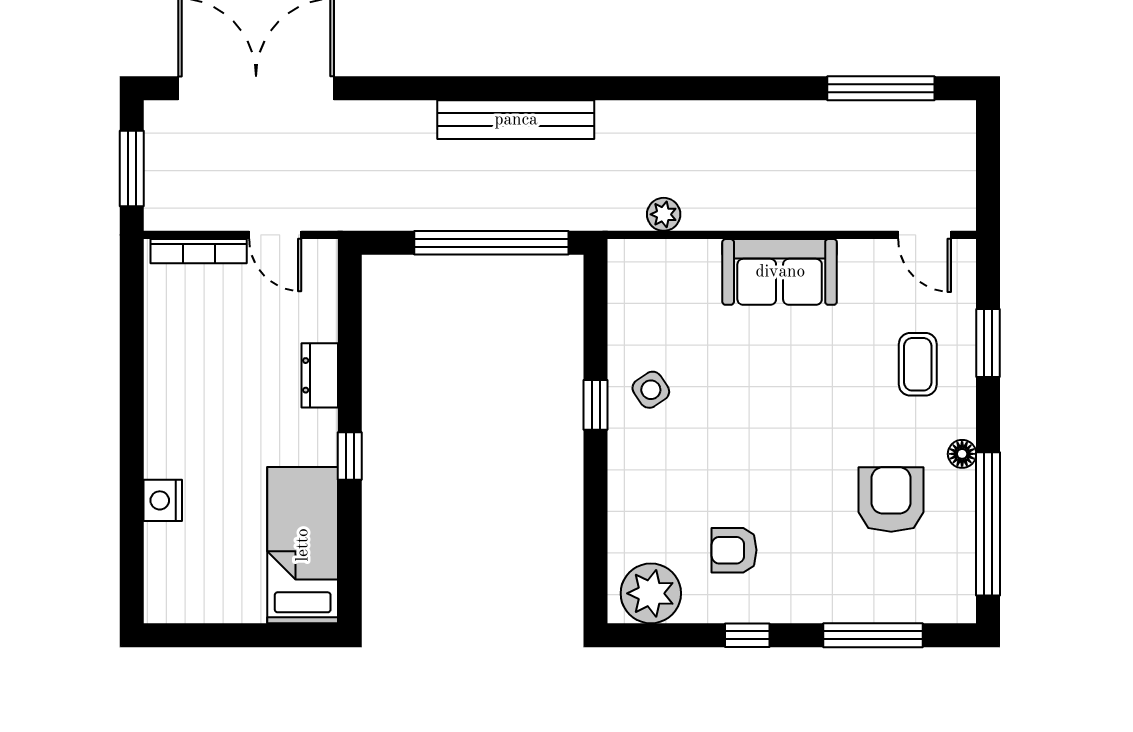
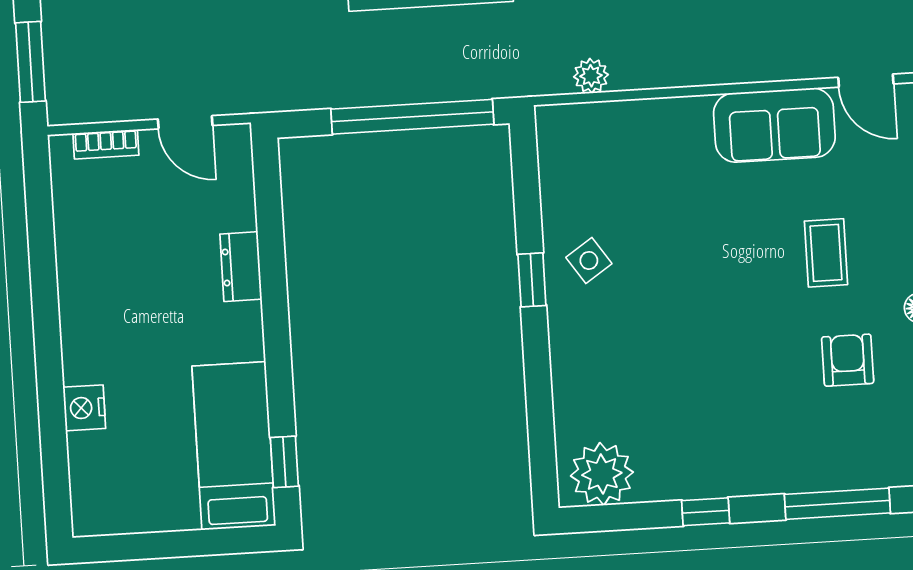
bookcase: (199, 251) -> (106, 144), width x0.64
sofa: (780, 272) -> (774, 125), moved
coffee table: (918, 364) -> (826, 253), moved
window: (350, 456) -> (284, 462), moved
armchair: (891, 499) -> (848, 360), width x0.72, depth x0.72
armchair: (734, 550) -> (686, 423), removed

